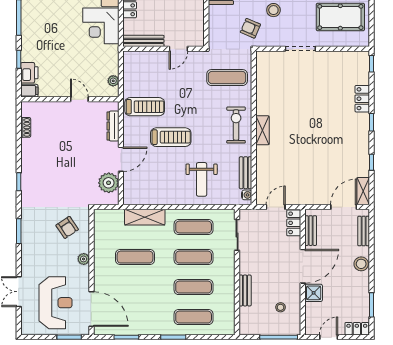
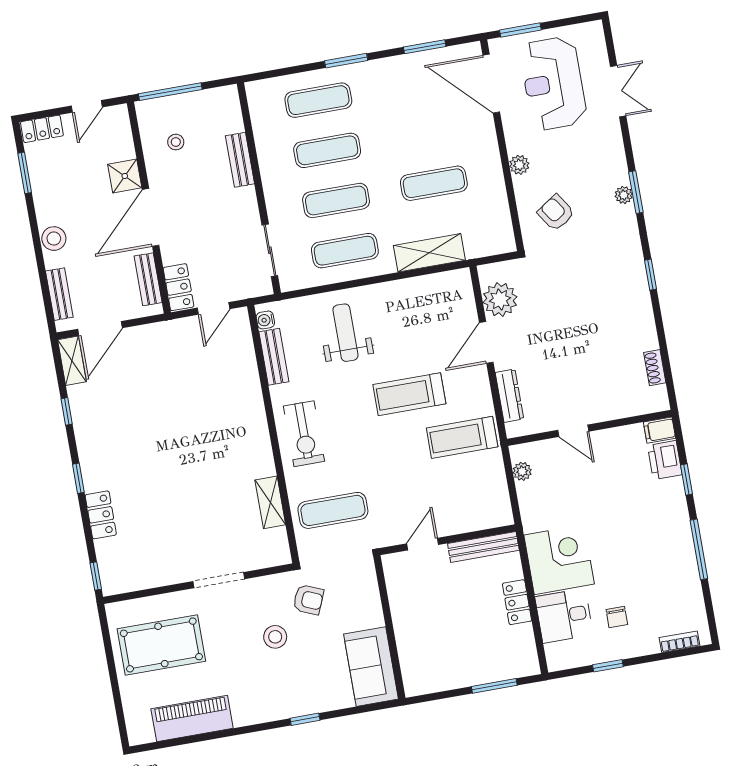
shelving: (263, 130) -> (270, 502), moved
plant: (26, 231) -> (624, 195), added

